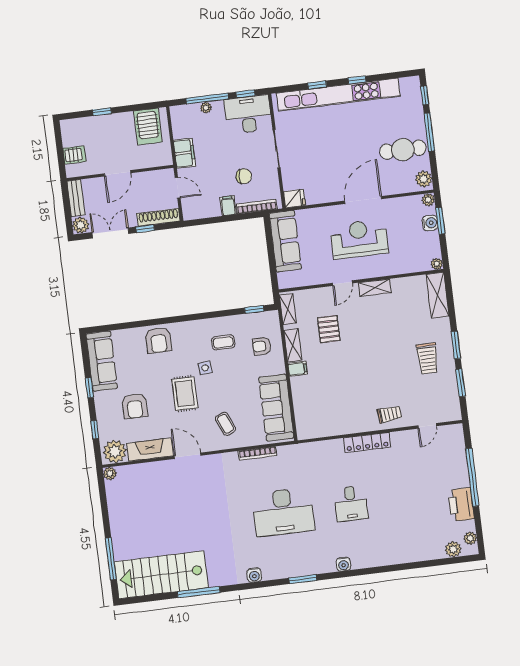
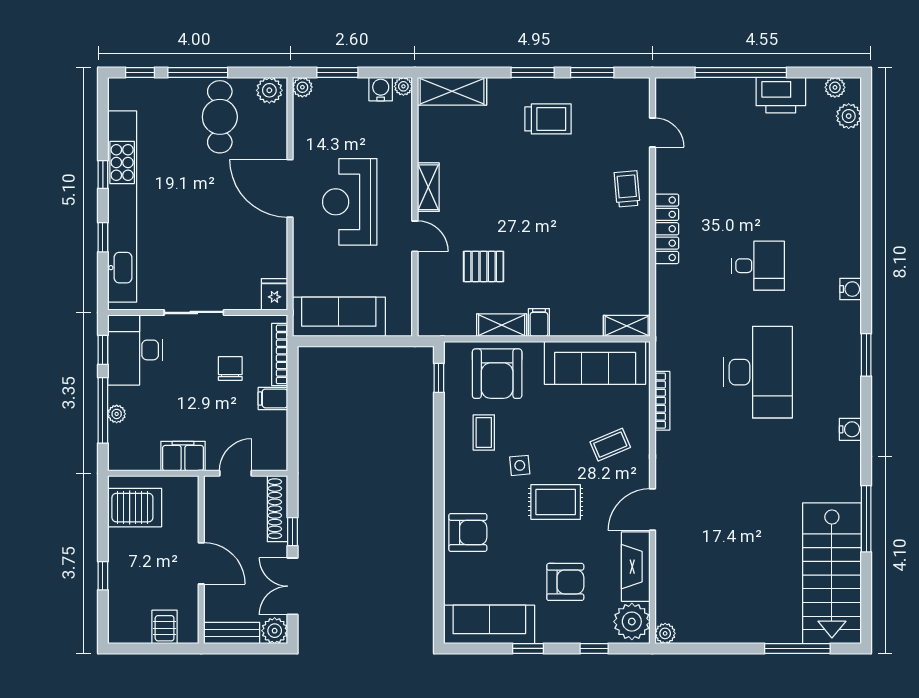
water cooler: (430, 223) -> (381, 89), moved
shelving: (288, 309) -> (627, 326), moved
armchair: (262, 346) -> (497, 374), width x1.88, depth x1.88

